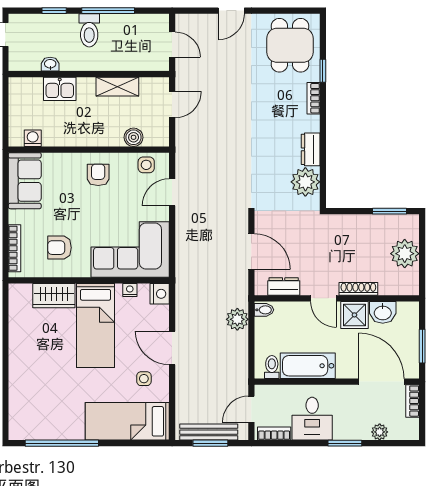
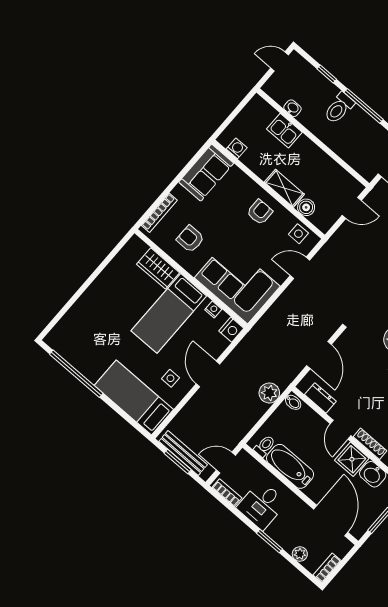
shelving: (117, 87) -> (284, 188), moved
bookcase: (413, 401) -> (327, 568), moved

